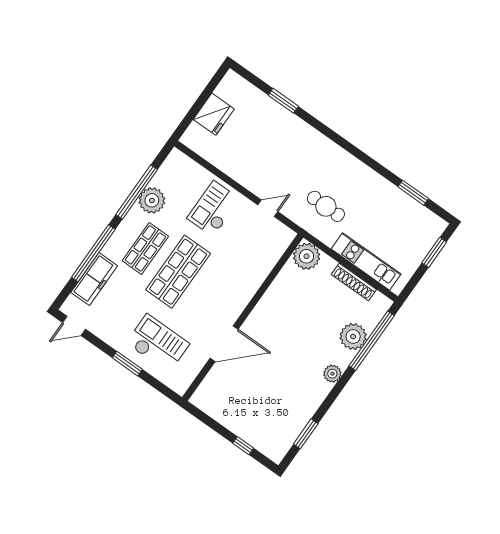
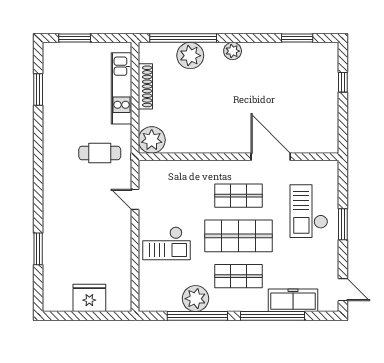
cafe table: (326, 206) -> (100, 153), turned 90
shop shelf: (211, 295) -> (238, 196), added

